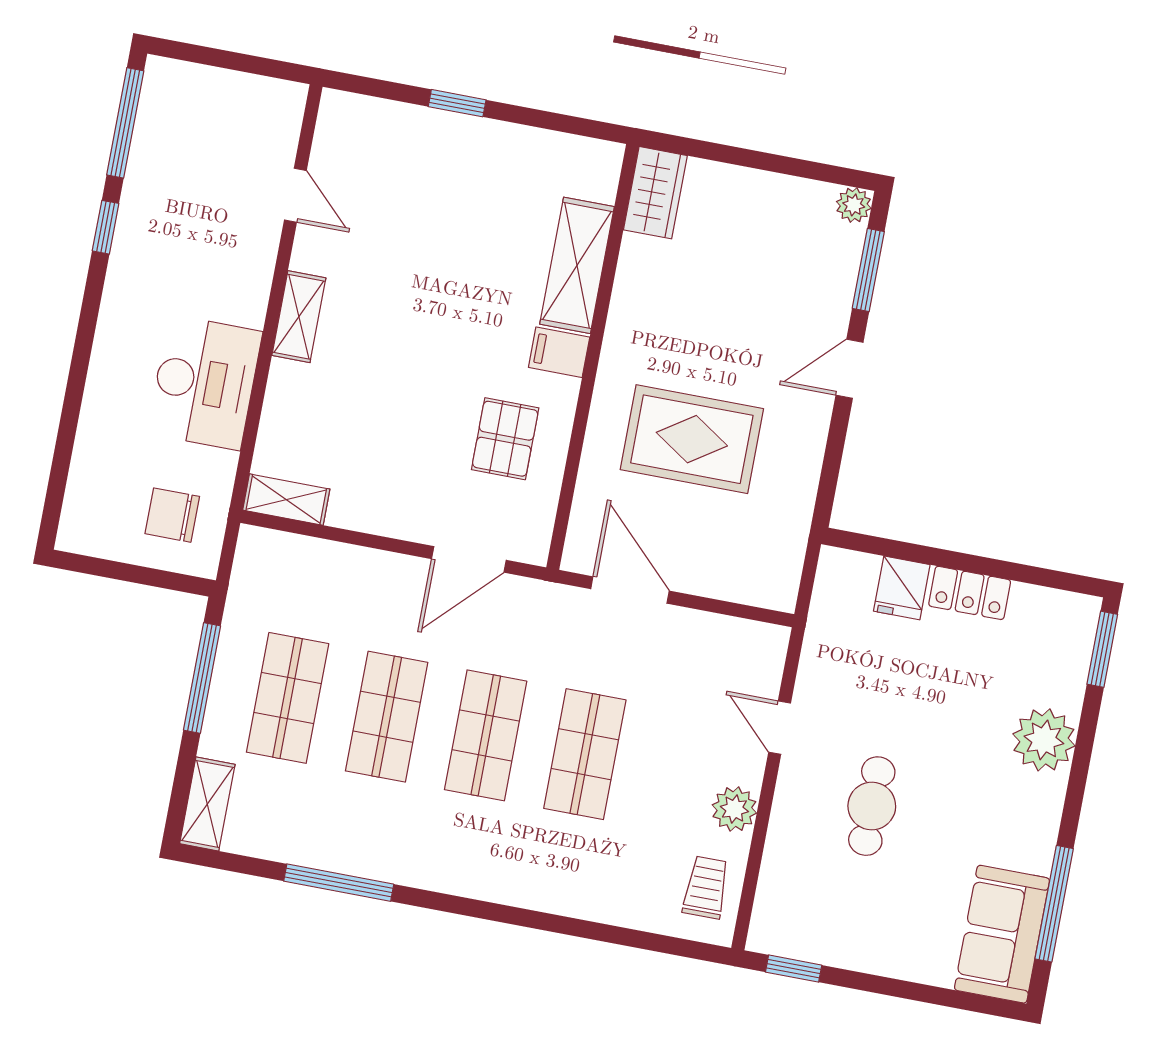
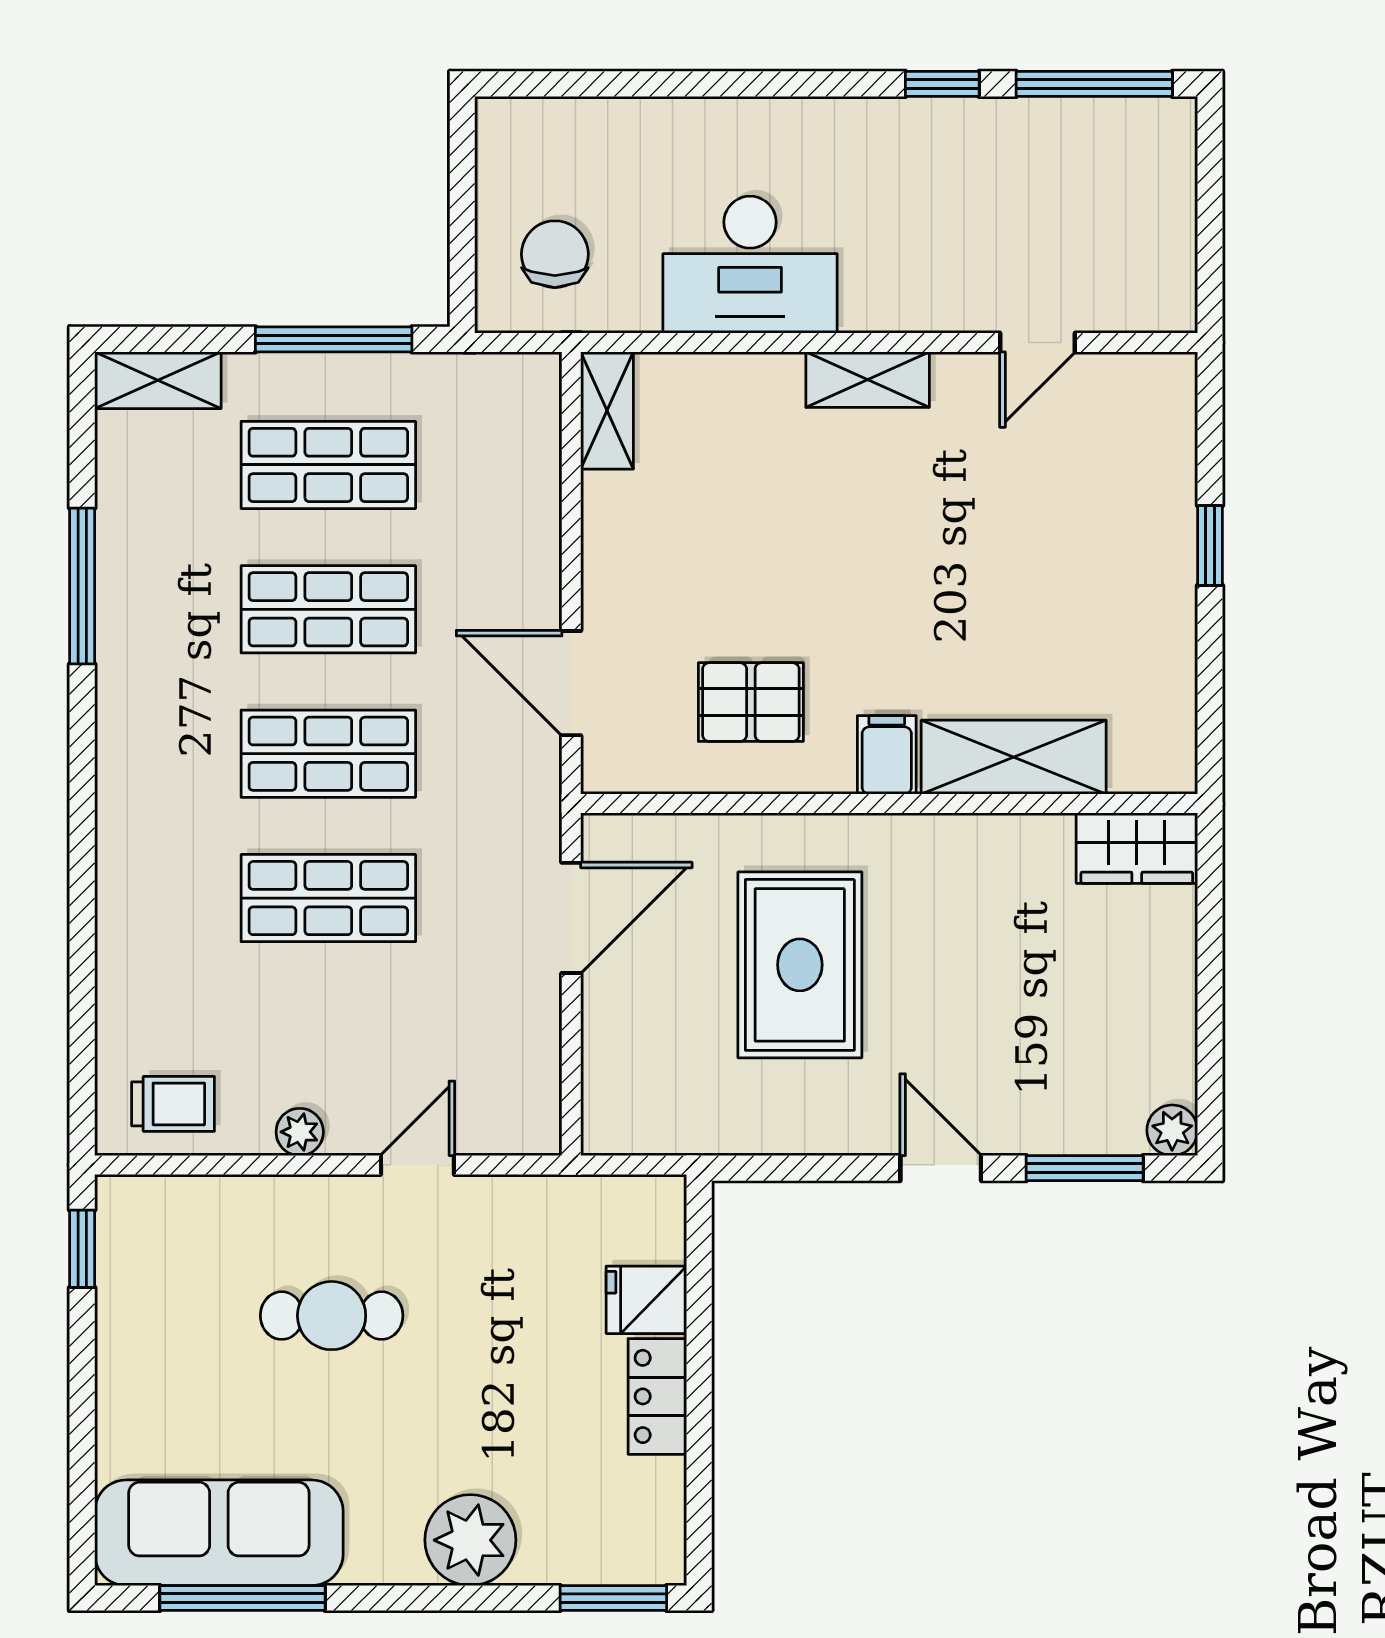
plant: (734, 809) -> (300, 1132), width x0.73, depth x0.73
sofa: (1002, 934) -> (219, 1533), width x1.36

